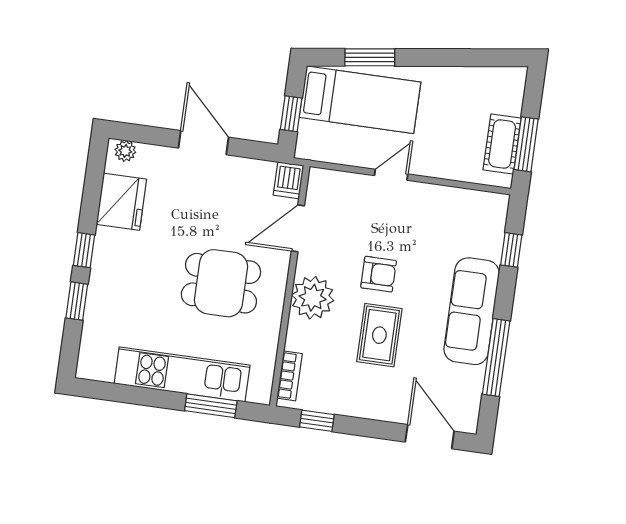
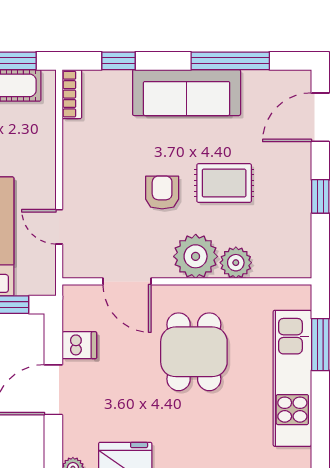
door: (391, 175) -> (59, 227), moved
dishwasher: (288, 180) -> (79, 345), moved
plant: (301, 336) -> (236, 263), added
bookcase: (290, 376) -> (72, 94), moved, turned 90
window: (317, 421) -> (320, 196), moved

